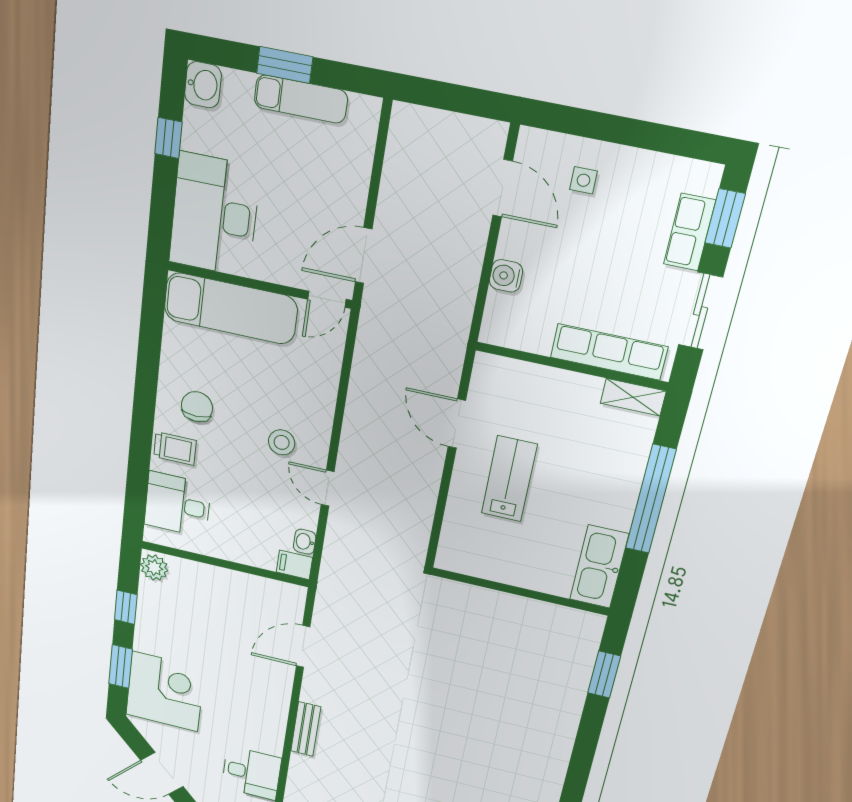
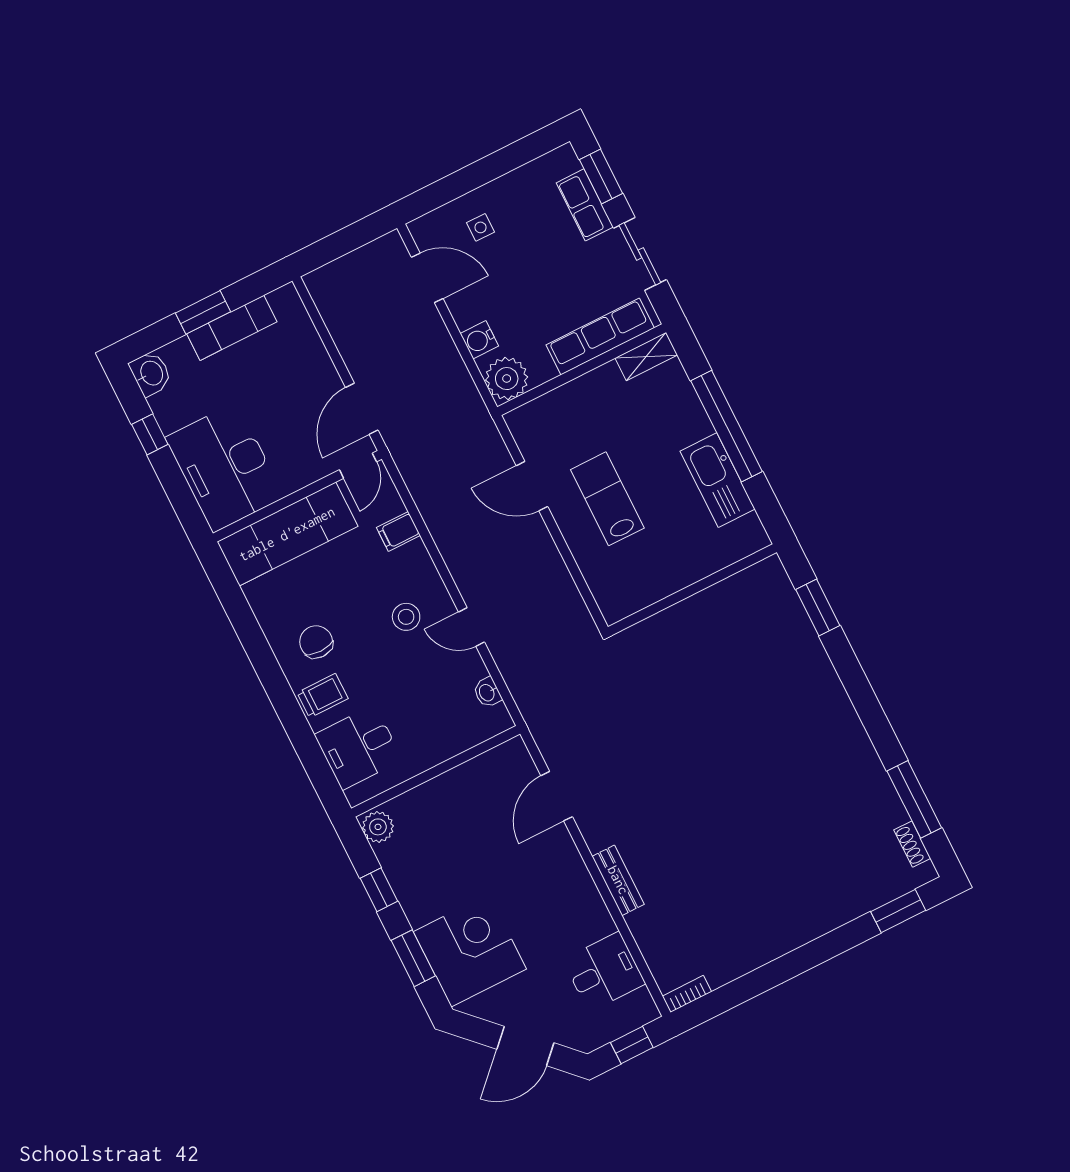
plant: (504, 325) -> (507, 379), added
filing cabinet: (294, 565) -> (398, 531), moved
kitchen sink: (599, 567) -> (718, 480), moved

